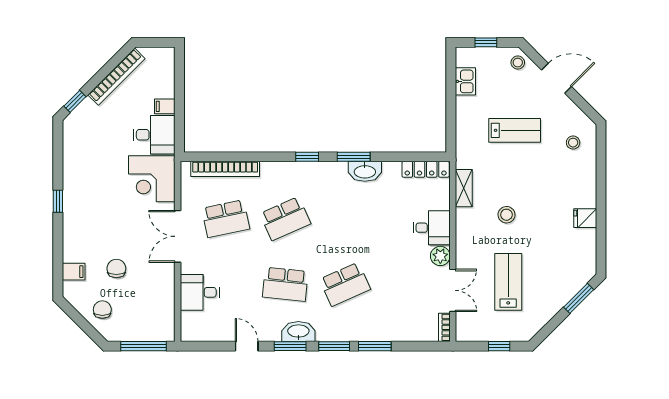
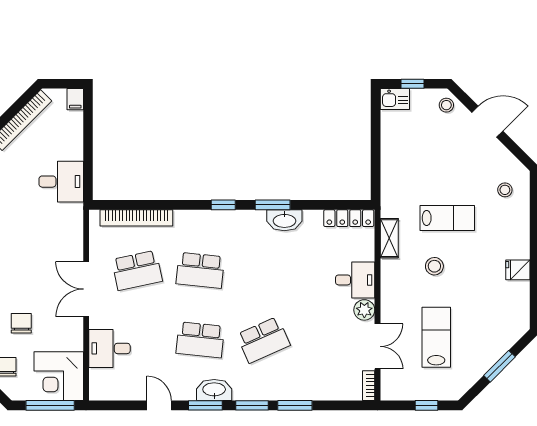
kitchen sink: (465, 81) -> (395, 99), moved, turned 90
filing cabinet: (165, 106) -> (75, 99), moved, turned -90
lab bench: (515, 130) -> (447, 218), moved
corner desk: (152, 179) -> (59, 376), moved
school desk: (285, 219) -> (200, 270), turned 30
window: (579, 298) -> (499, 366), moved

